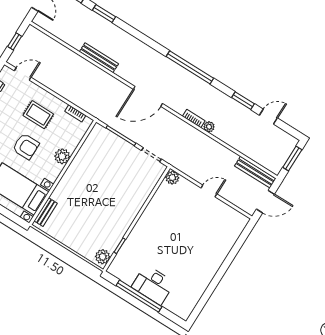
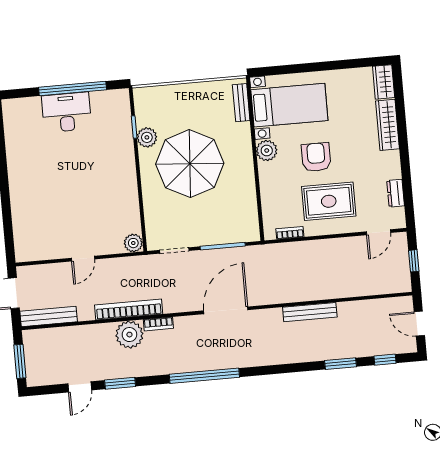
rug: (38, 115) -> (329, 201), width x1.36, depth x1.43
plant: (209, 127) -> (129, 335), width x1.88, depth x1.88
bookcase: (205, 140) -> (129, 310), added
armchair: (26, 146) -> (316, 157), turned 90
plant: (62, 156) -> (267, 150), moved
parasol: (103, 199) -> (190, 164), added
plant: (103, 257) -> (147, 137), moved

